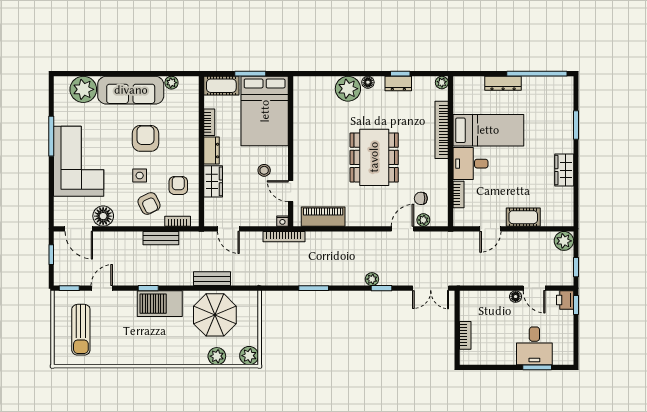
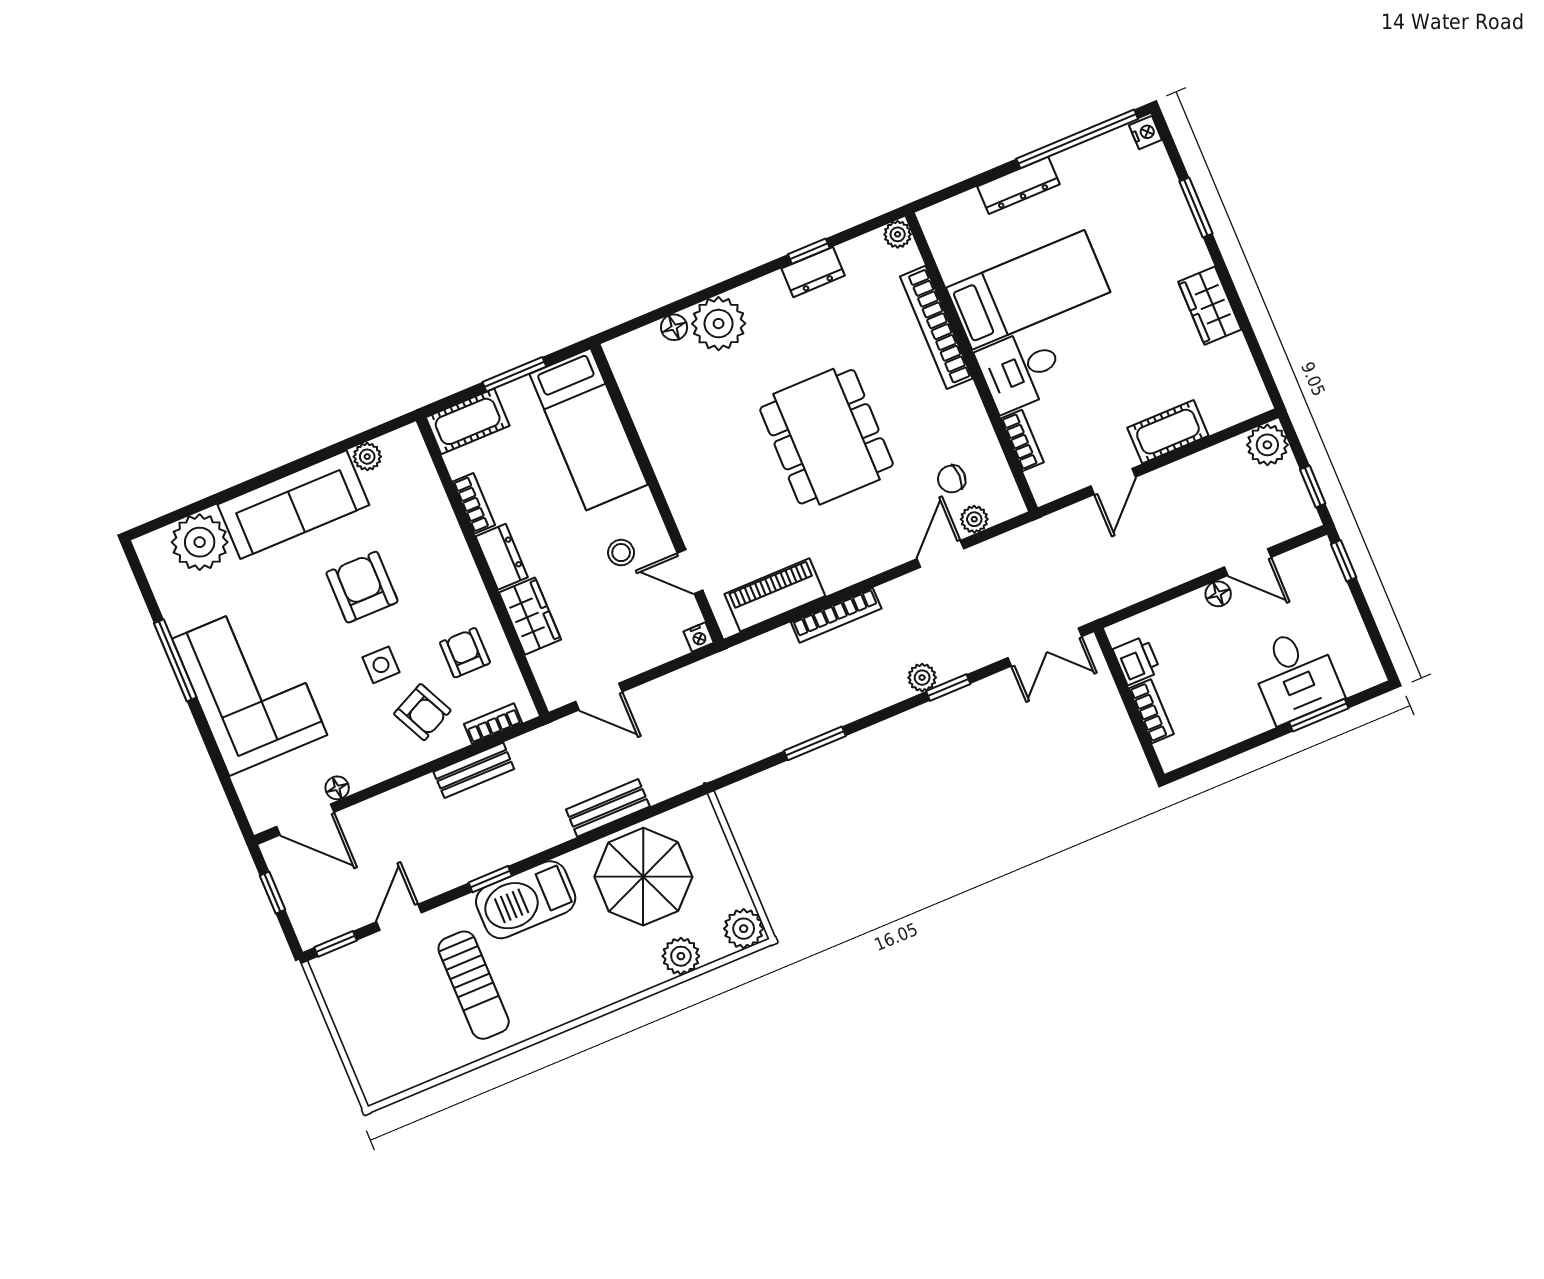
floor lamp: (368, 82) -> (674, 327), moved
nightstand: (568, 83) -> (1145, 133), added
bed: (265, 111) -> (589, 429), width x0.67
floor lamp: (103, 216) -> (337, 788), width x0.53, depth x0.53
bookcase: (284, 237) -> (836, 615), moved
printer: (565, 300) -> (1137, 660), moved, turned 180
sun lounger: (81, 330) -> (474, 985), moved

